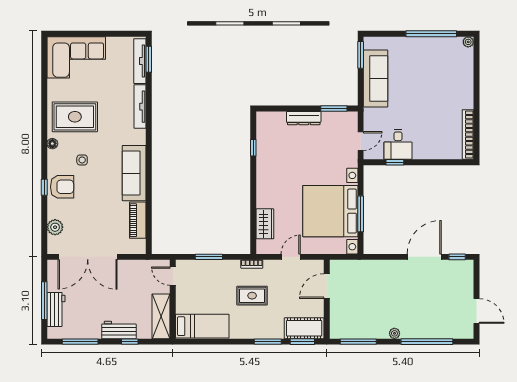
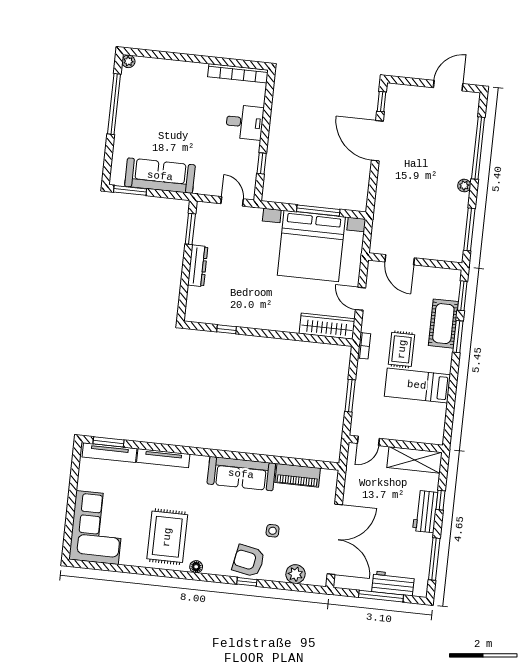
desk: (398, 144) -> (245, 122), moved
side table: (82, 160) -> (273, 531), moved
armchair: (62, 187) -> (249, 561), turned -79
wardrobe: (265, 224) -> (327, 326), width x1.50
bed: (202, 326) -> (417, 385), moved, turned -90
cot: (304, 328) -> (443, 324), moved

